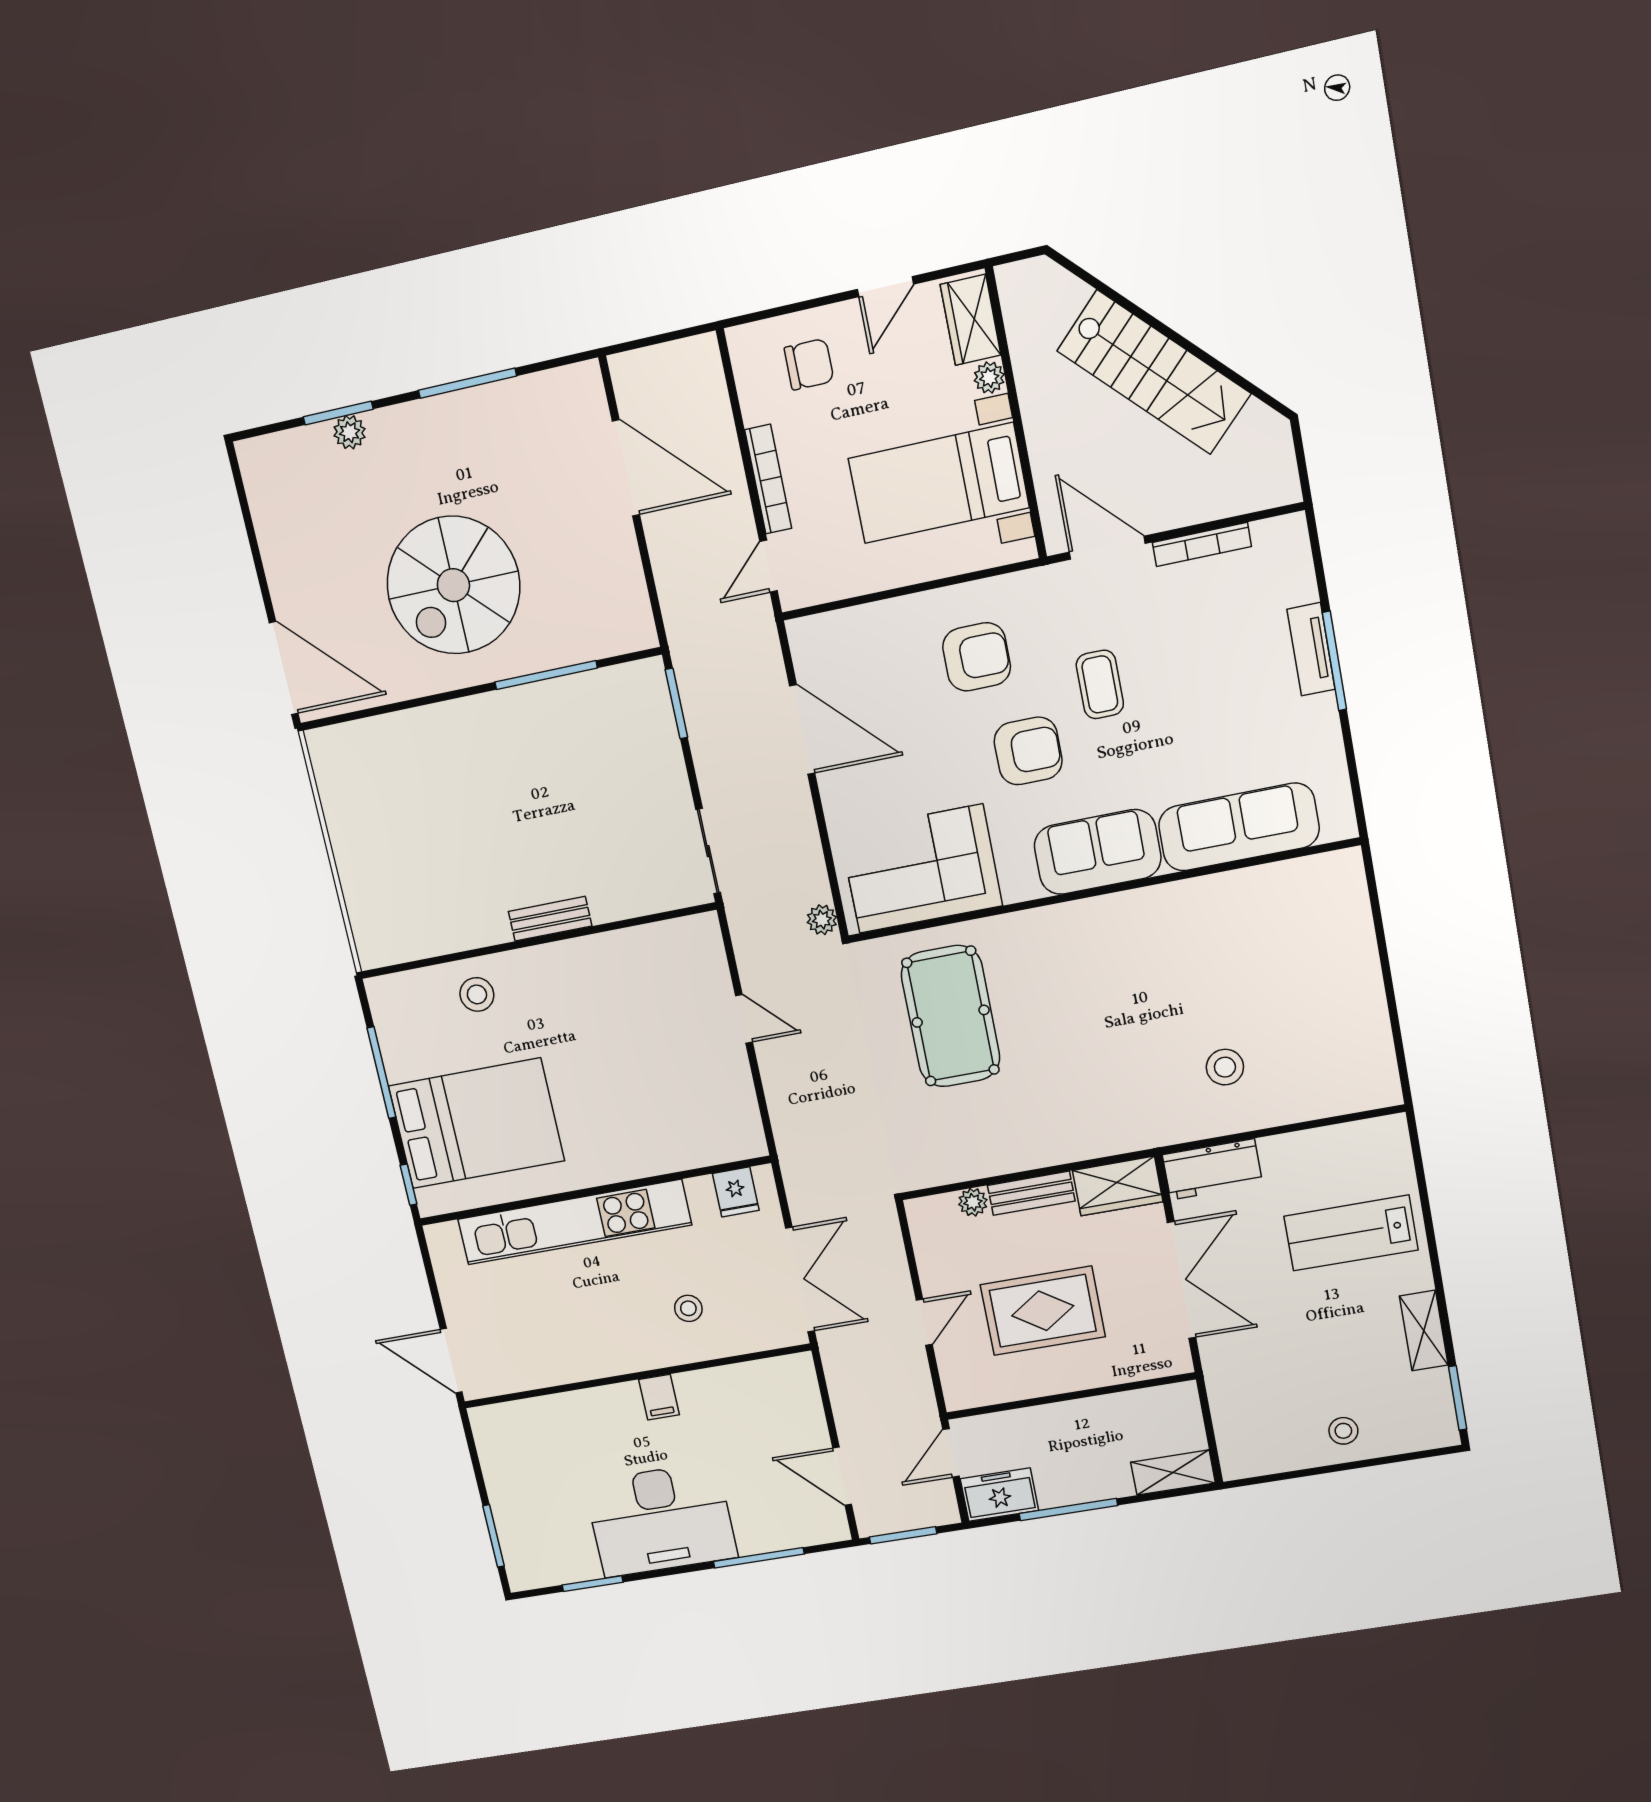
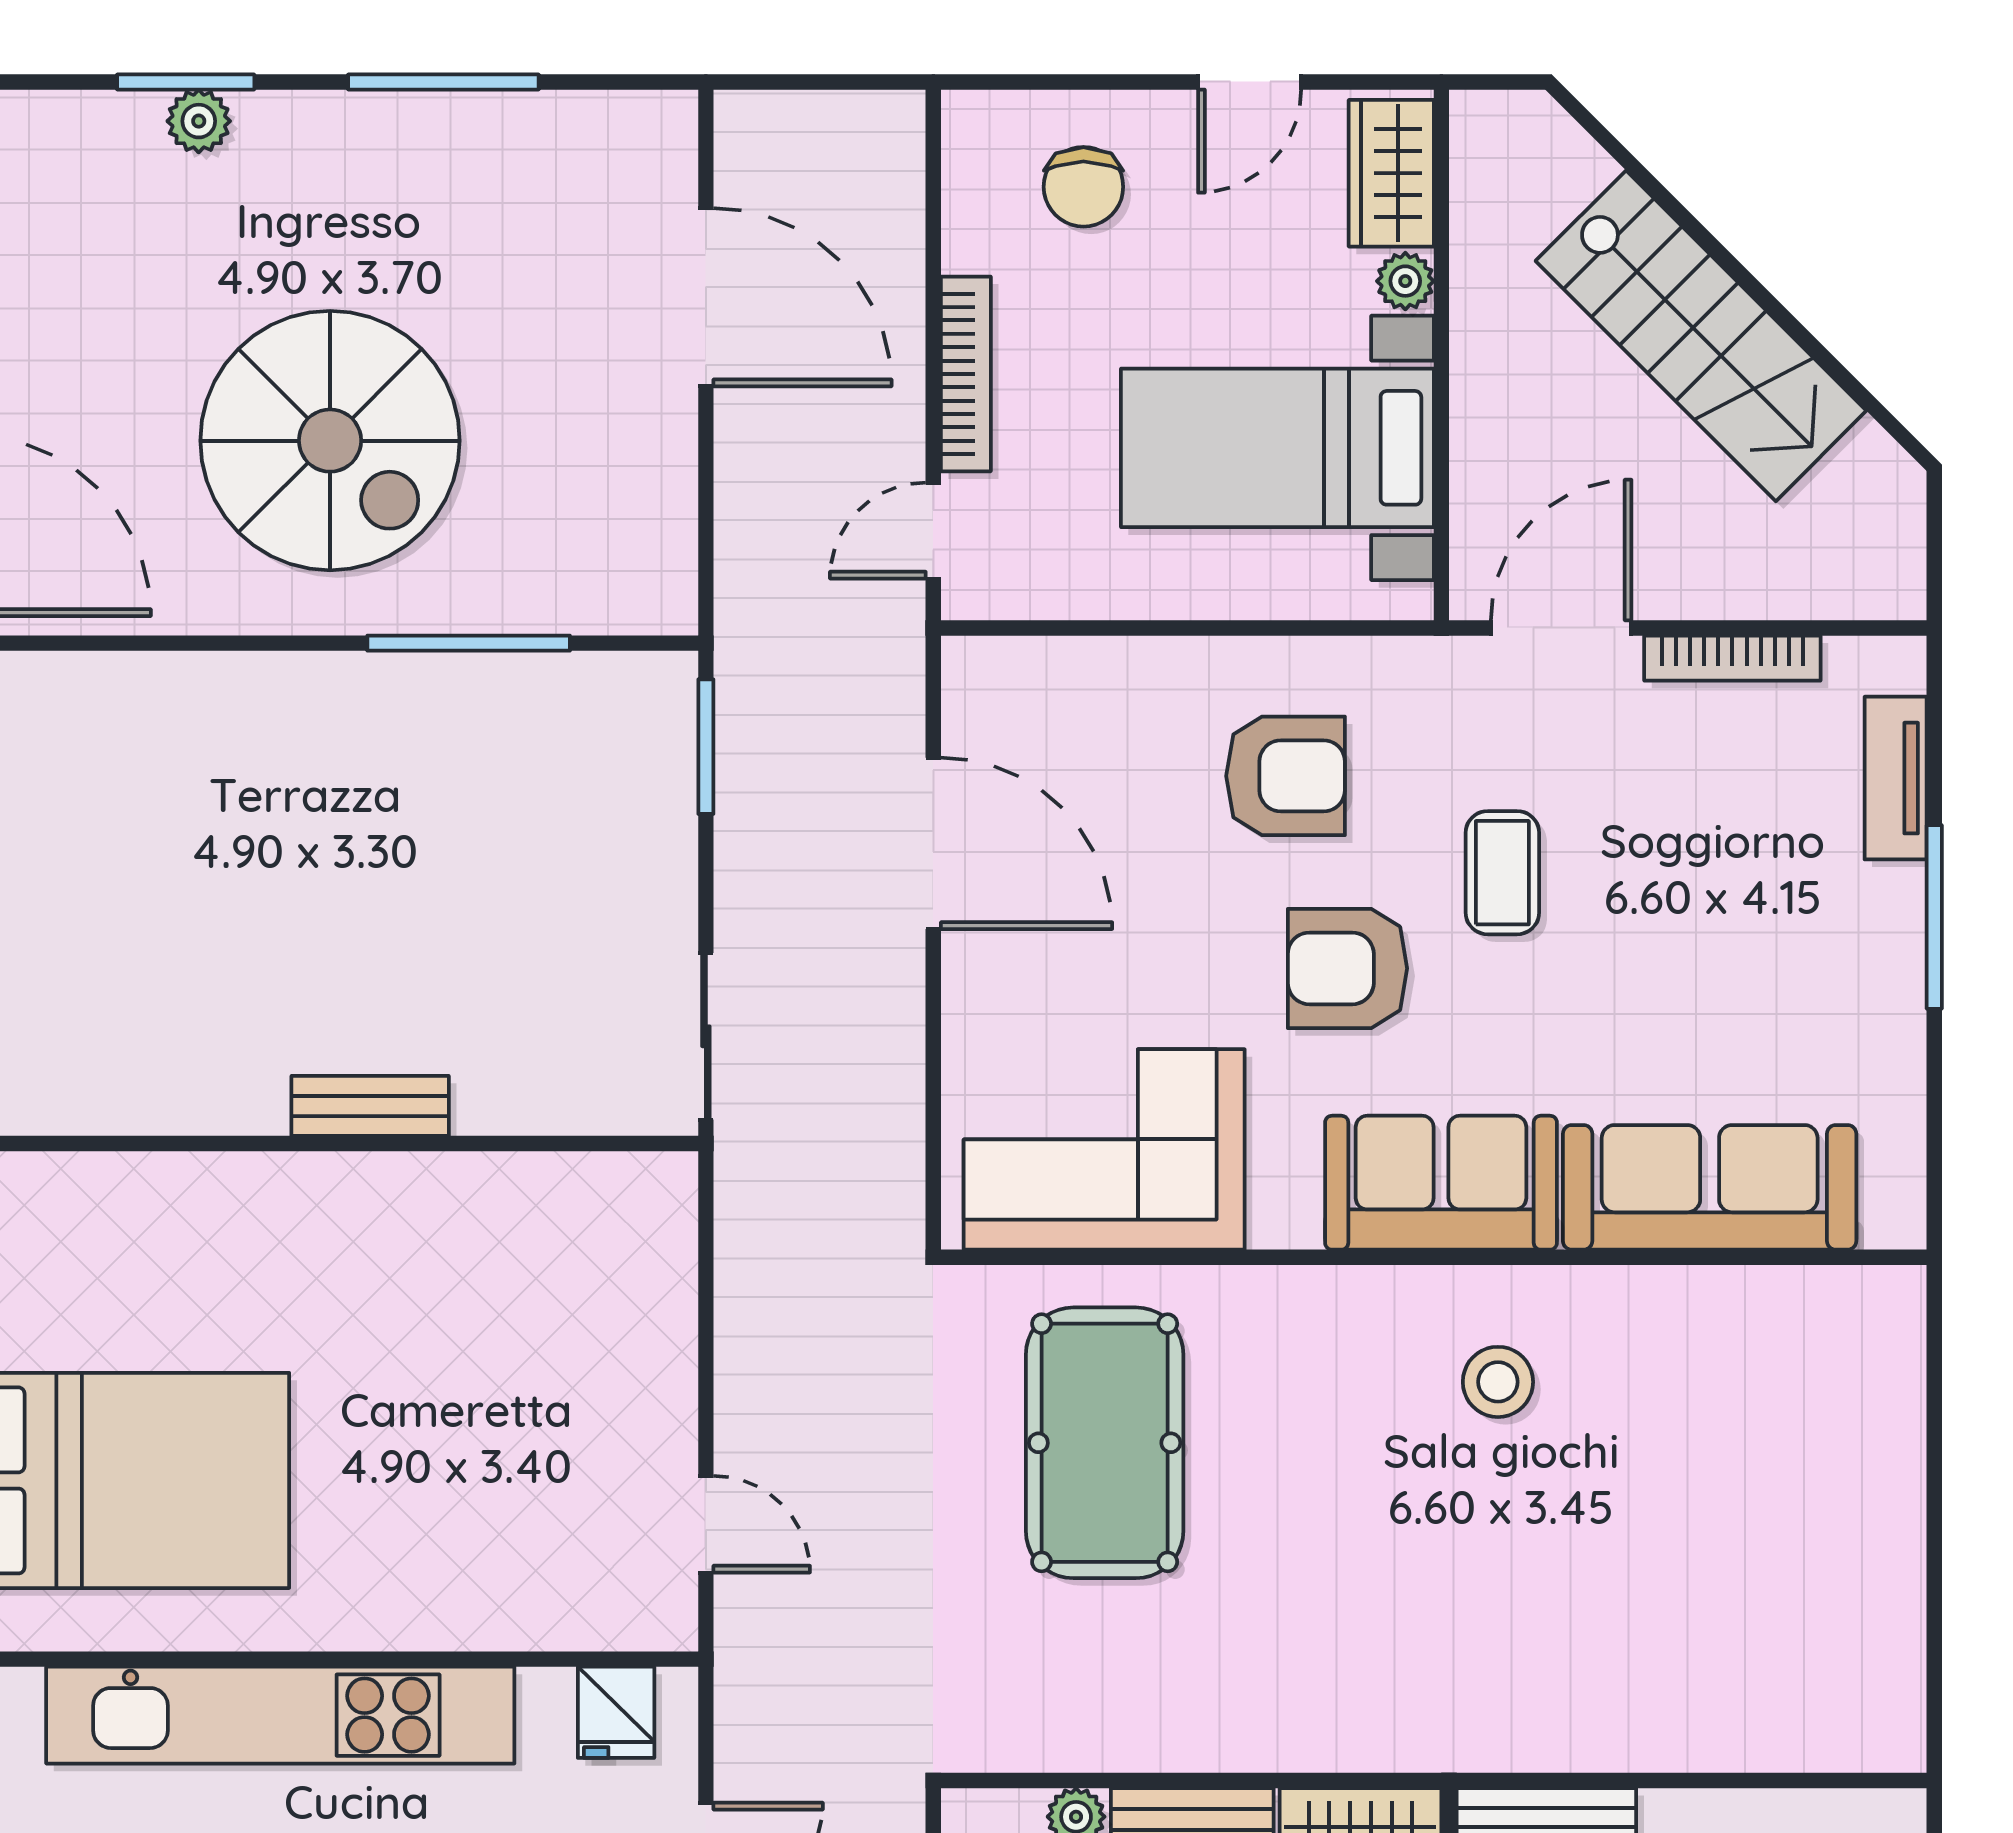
chair: (809, 364) -> (1083, 187), turned 90
door: (1107, 548) -> (1561, 628), hinge flipped
spiral stairs: (453, 585) -> (330, 441), turned -90
tv unit: (1311, 649) -> (1896, 778), moved
armchair: (1028, 751) -> (1348, 968), turned 180
plant: (822, 920) -> (896, 1210), removed
stool: (477, 994) -> (191, 1225), removed
door: (744, 1019) -> (706, 1524), moved
stool: (1225, 1067) -> (1498, 1382), moved

